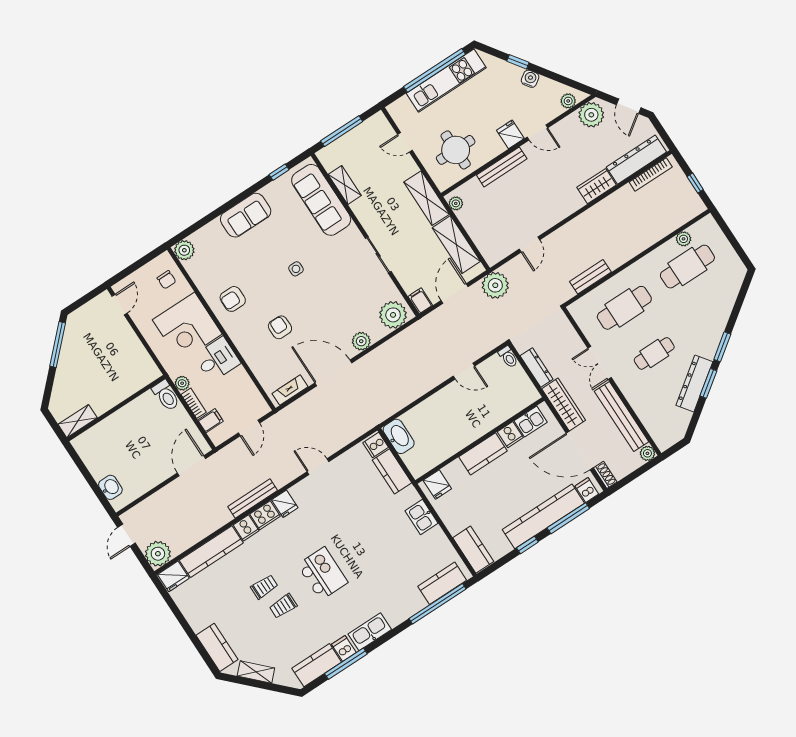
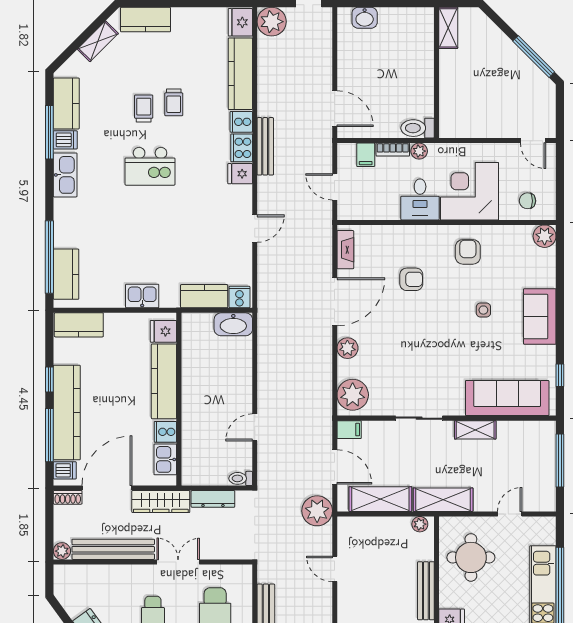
shelving: (345, 185) -> (475, 430), moved
side table: (296, 269) -> (483, 310), moved
kitchen counter: (483, 454) -> (164, 381), width x1.50

